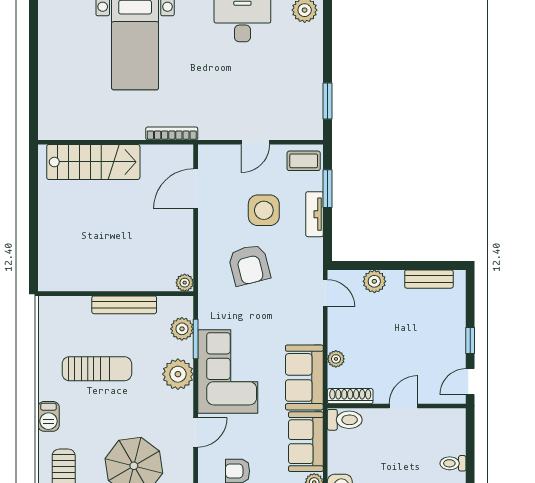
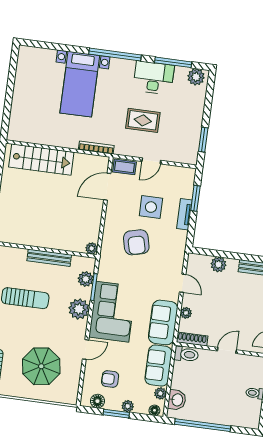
rug: (235, 84) -> (143, 120), added
coffee table: (304, 161) -> (124, 167), moved
door: (325, 293) -> (183, 283), moved

